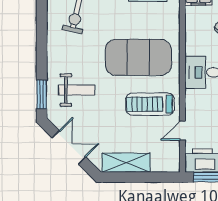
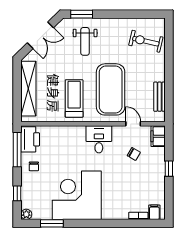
door: (182, 131) -> (133, 124), moved
shelving: (126, 163) -> (28, 89), width x1.47

